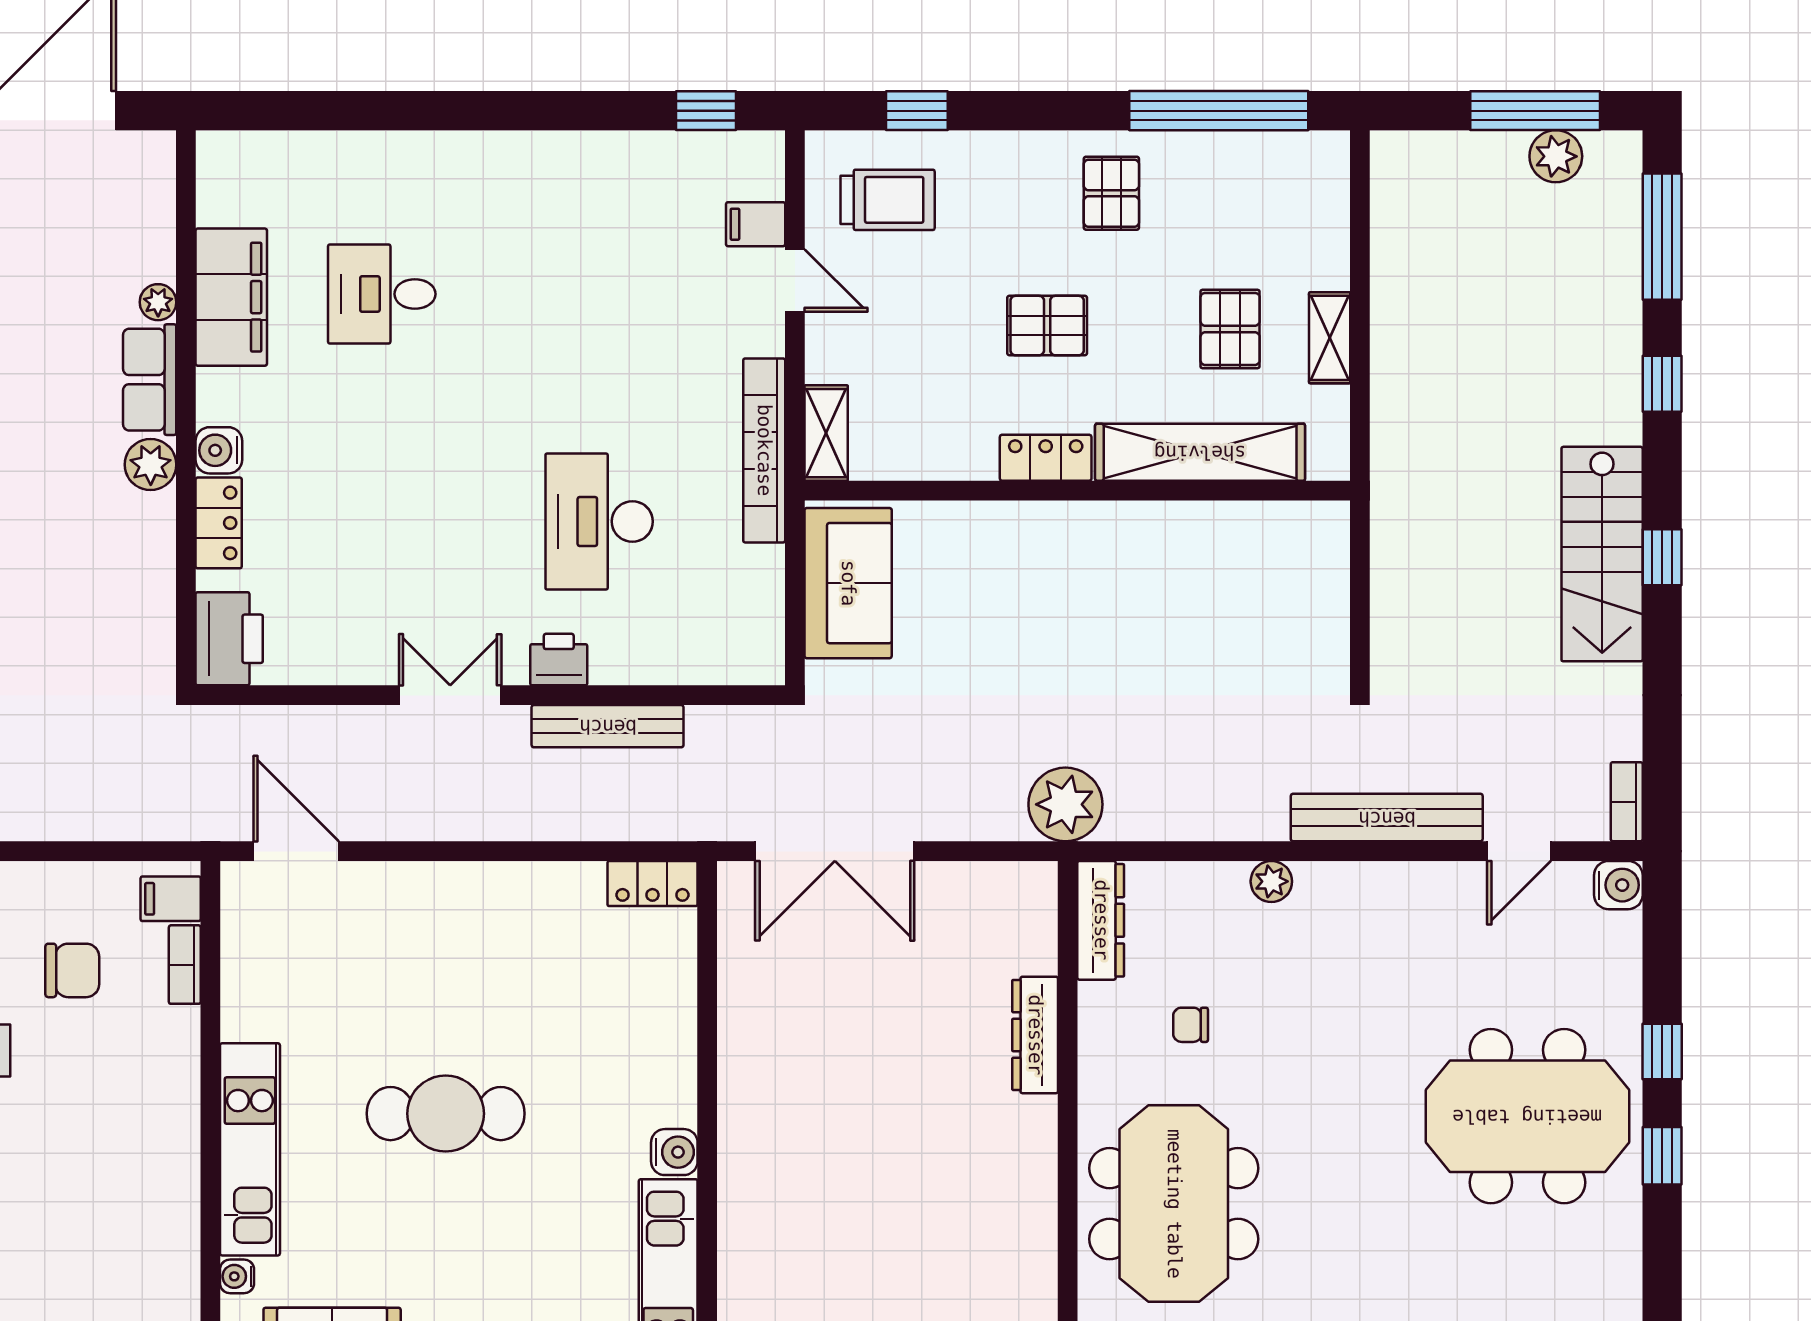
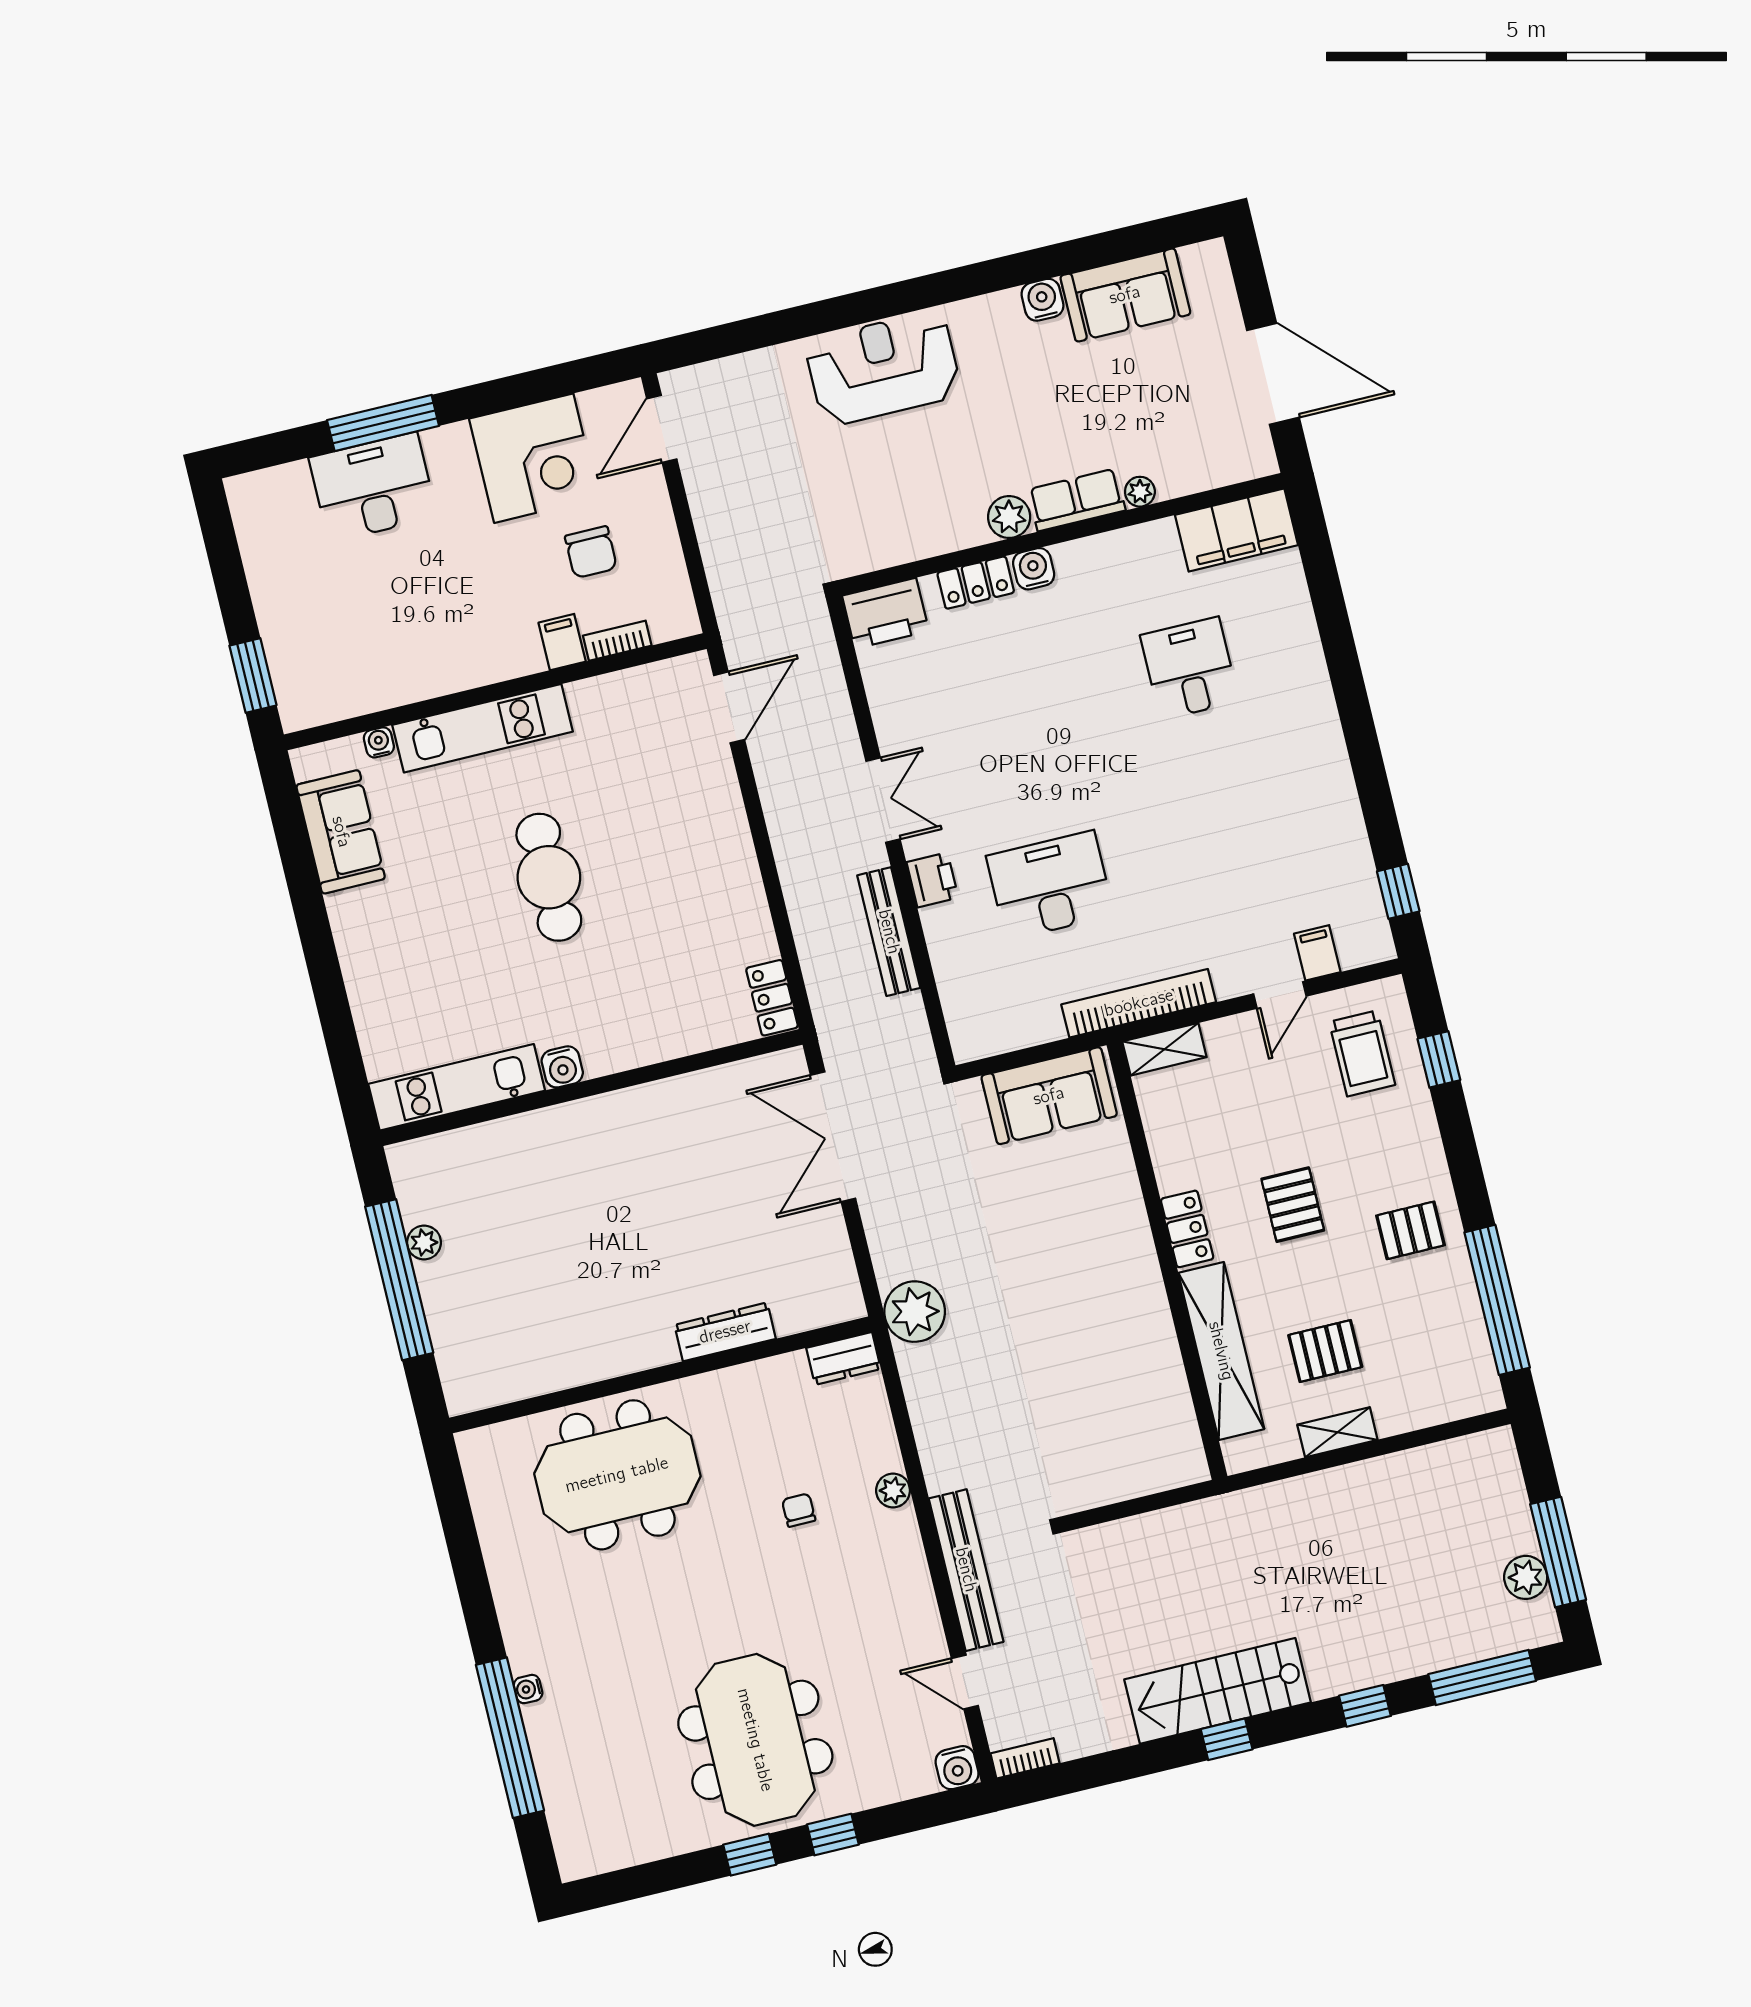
filing cabinet: (231, 297) -> (1236, 530), moved
filing cabinet: (171, 899) -> (562, 642), moved
dresser: (1101, 920) -> (844, 1359), width x0.70
chair: (1191, 1025) -> (799, 1510), moved

